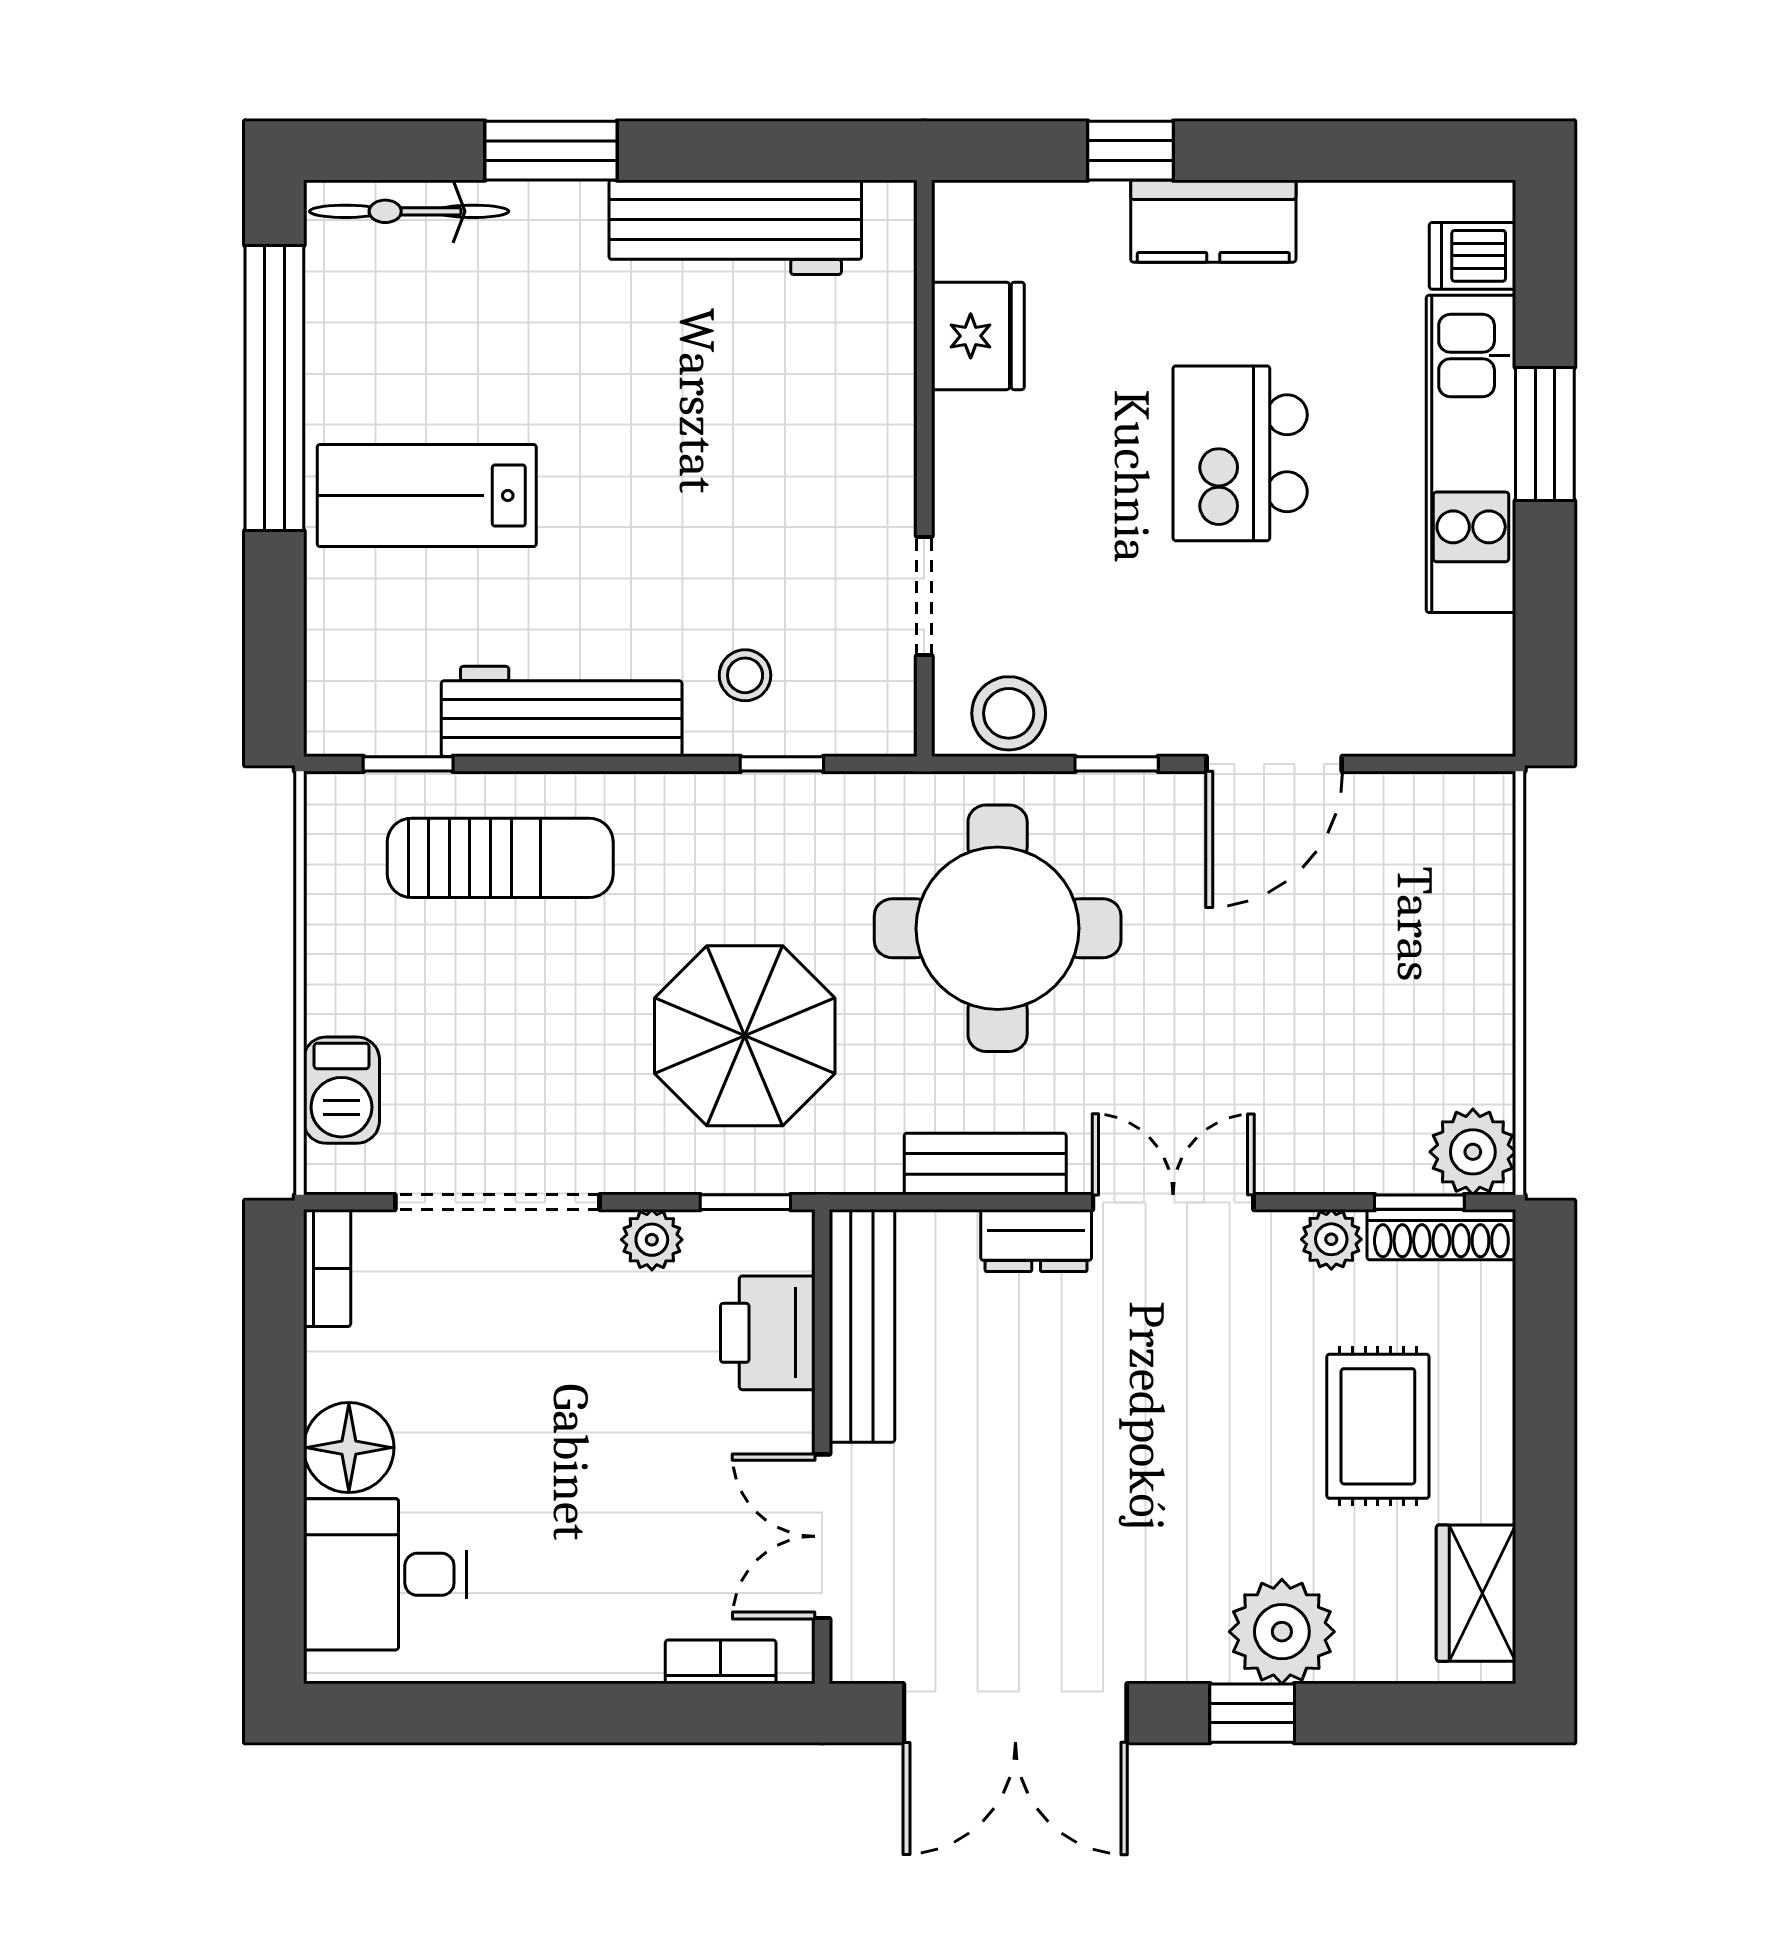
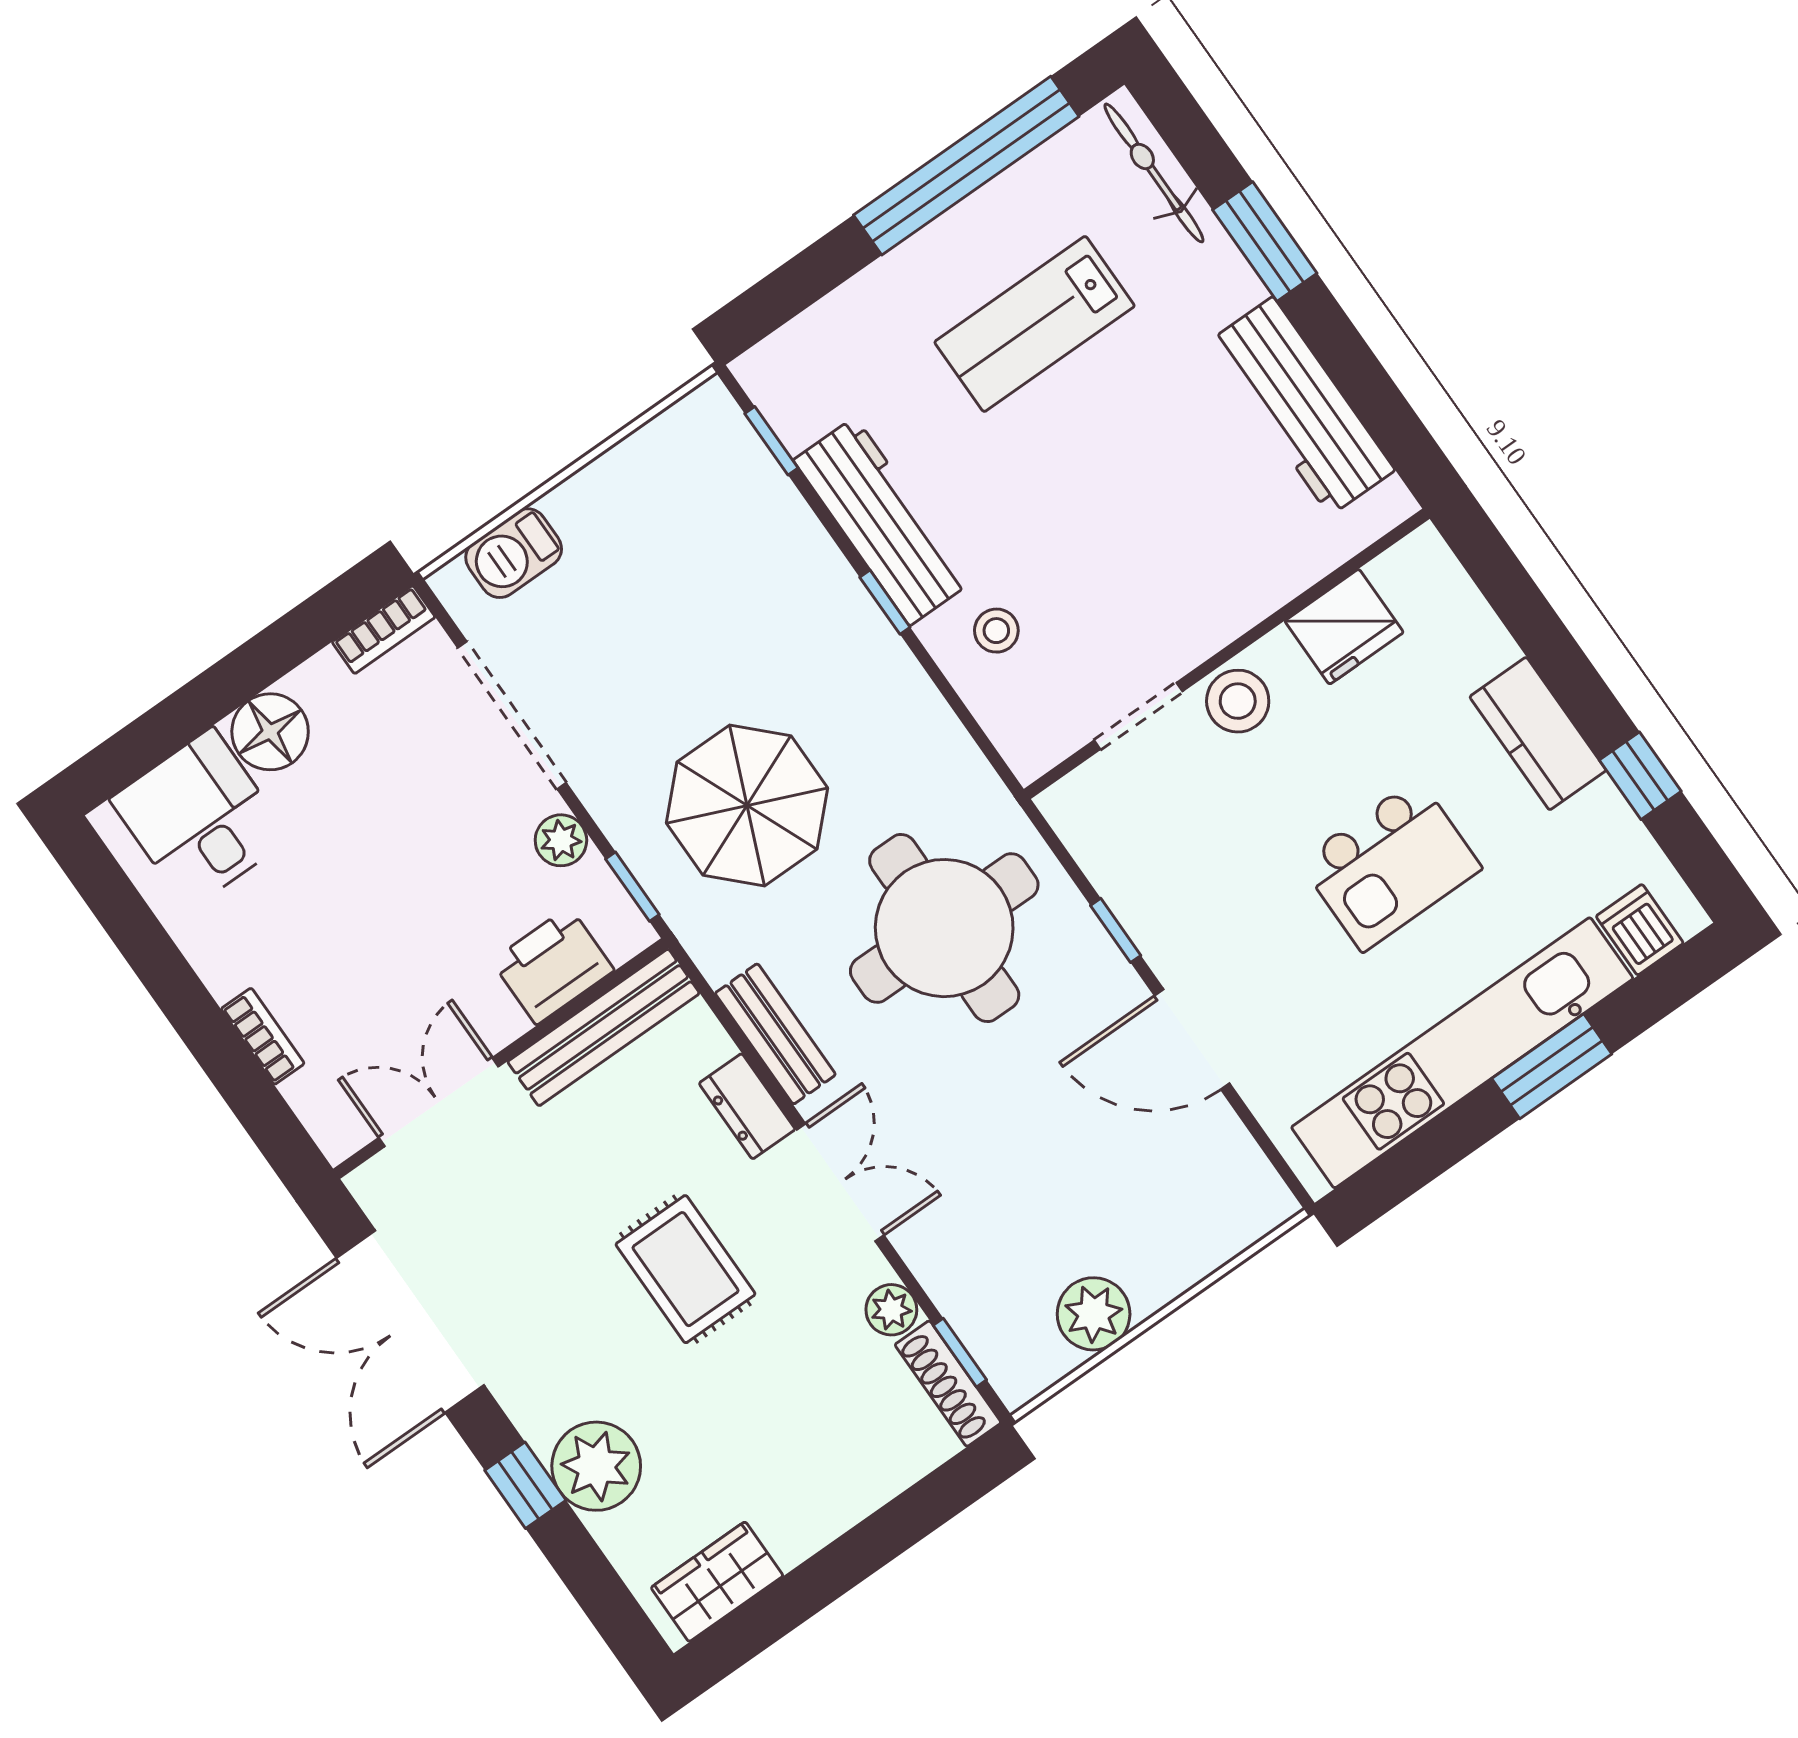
window: (1131, 151) -> (1640, 776), moved
kitchen island: (1240, 453) -> (1390, 865), turned 180
kitchen unit: (1471, 454) -> (1462, 1053), width x1.36
lab bench: (427, 496) -> (1035, 324), moved, turned -90
stool: (1009, 713) -> (1238, 701), moved
window: (782, 764) -> (885, 602), moved
sun lounger: (500, 858) -> (751, 550), removed
plant: (1473, 1152) -> (1094, 1314), moved
rug: (1378, 1426) -> (686, 1269), moved, turned 90
bookcase: (721, 1662) -> (263, 1036), moved

